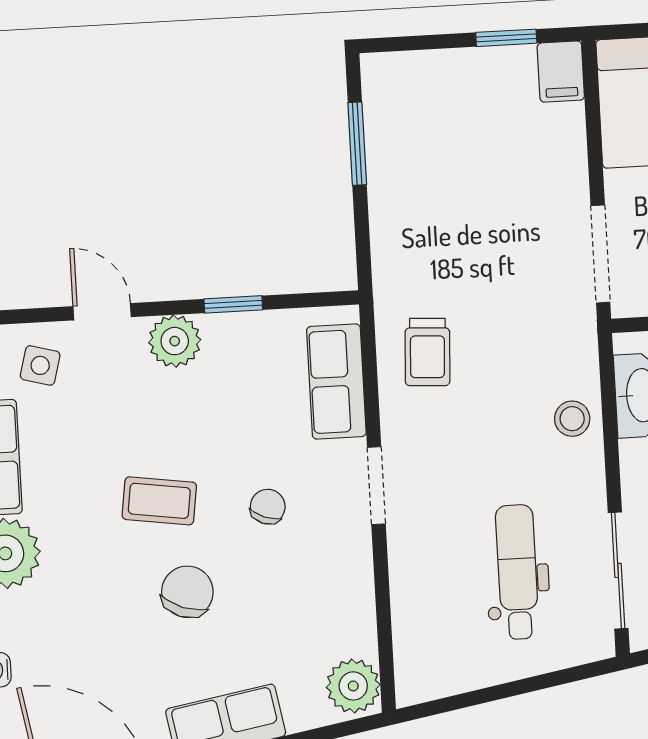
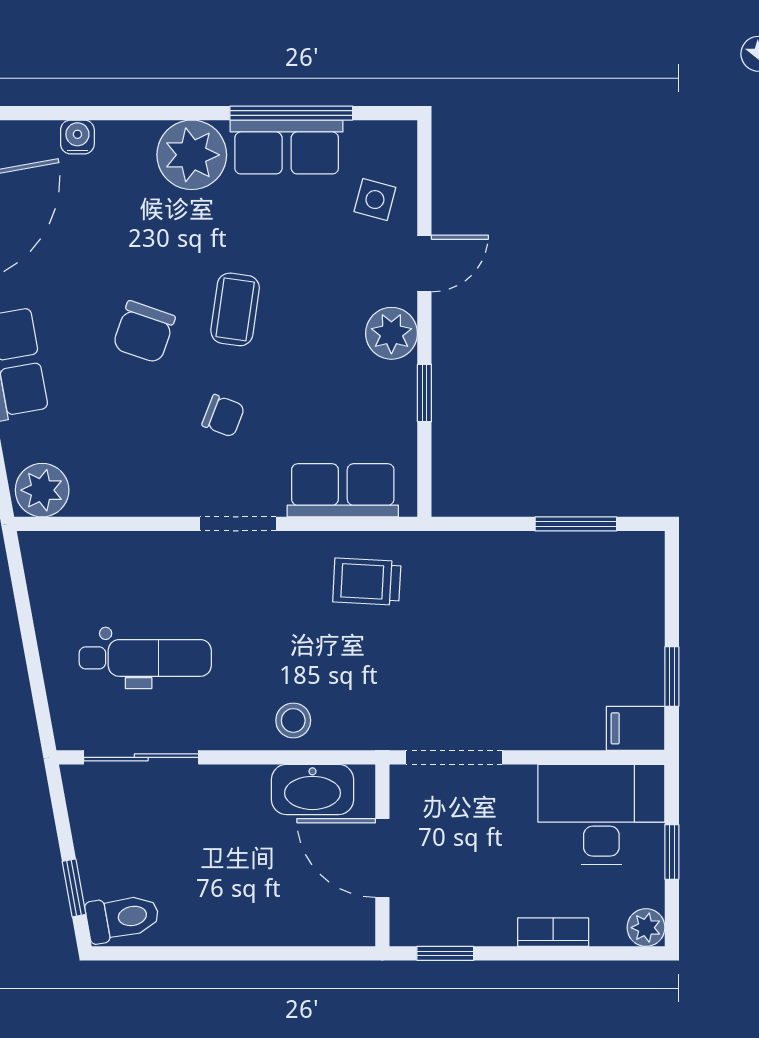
chair: (187, 592) -> (144, 332), turned 89

